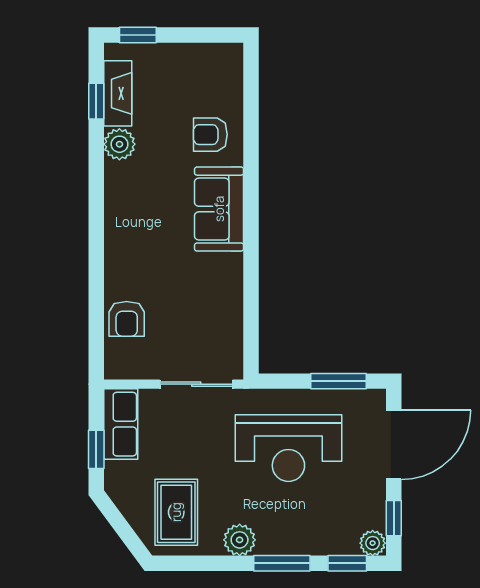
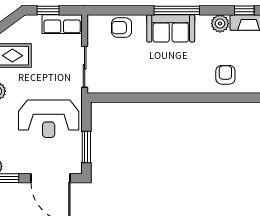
sofa: (219, 209) -> (171, 28), moved, turned 180
window: (96, 221) -> (177, 10), added
reception desk: (288, 448) -> (49, 119), turned -90

